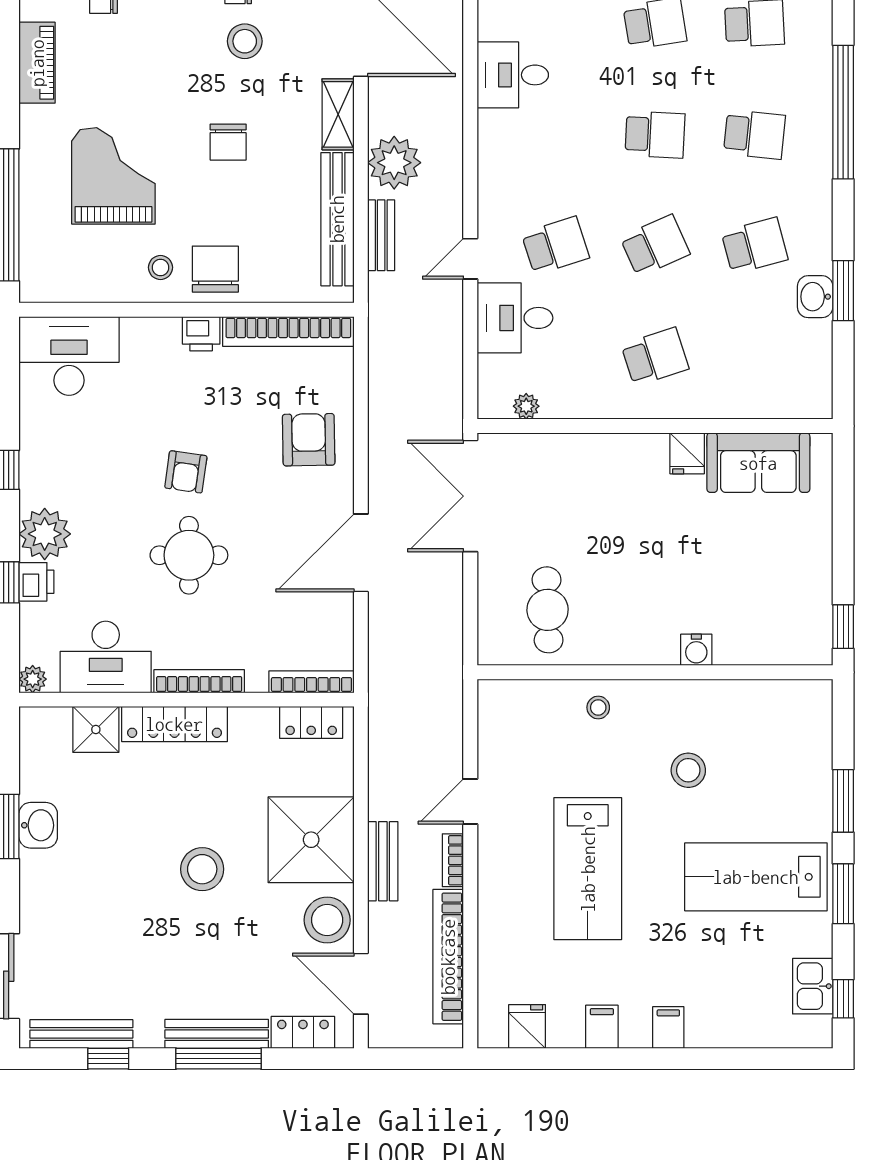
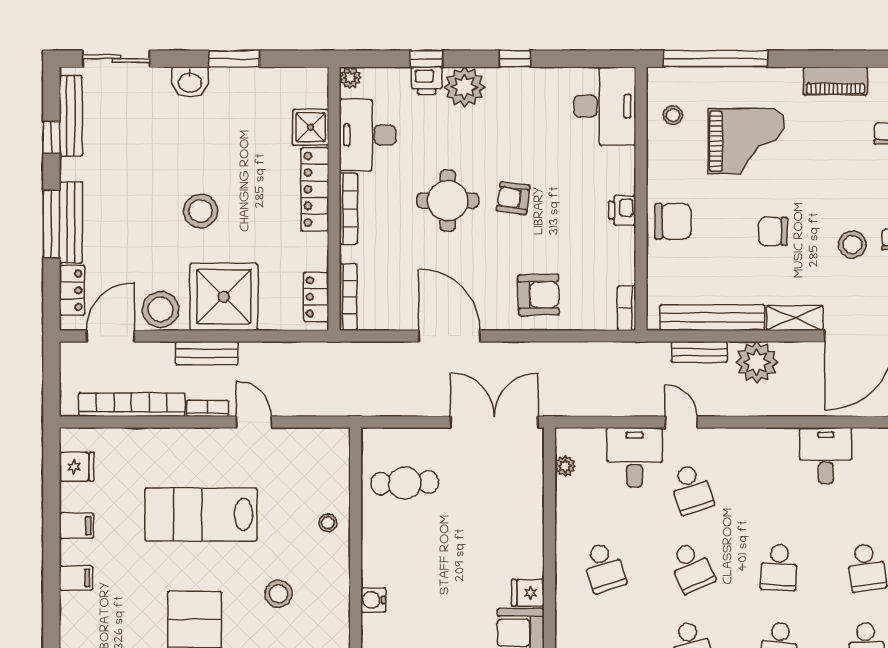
stool: (160, 267) -> (673, 115), moved
bookcase: (288, 332) -> (627, 308), width x0.43, depth x0.76
washbasin: (38, 825) -> (190, 82), moved

